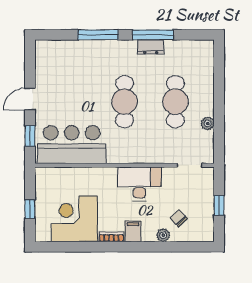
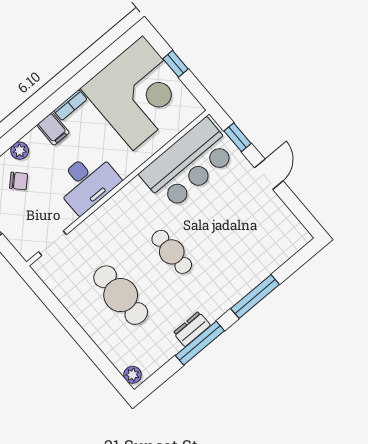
cafe table: (125, 102) -> (172, 252), width x0.73, depth x0.74
plant: (208, 123) -> (133, 375), moved
corner desk: (74, 219) -> (138, 93), width x1.36, depth x1.36

